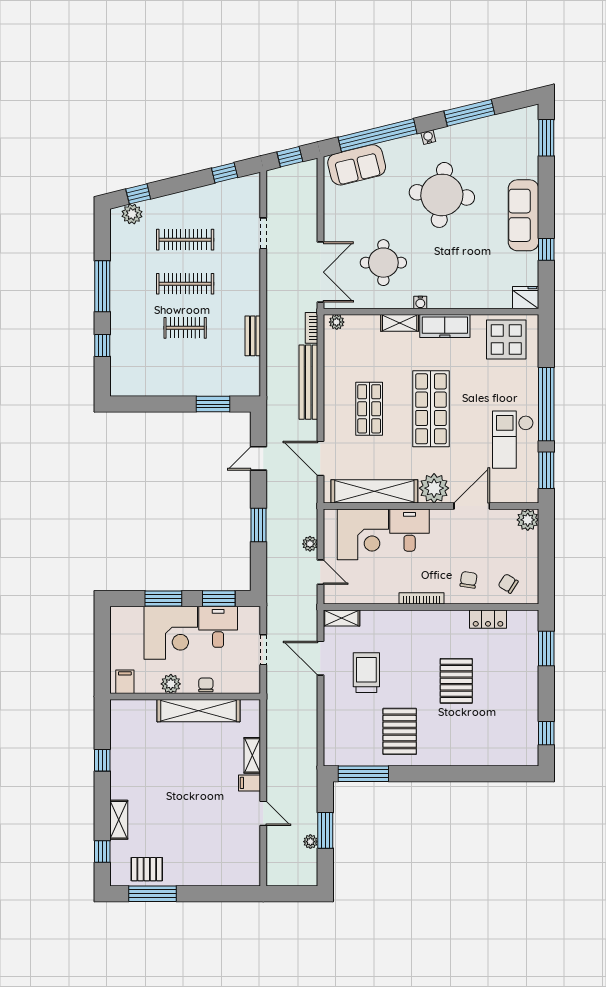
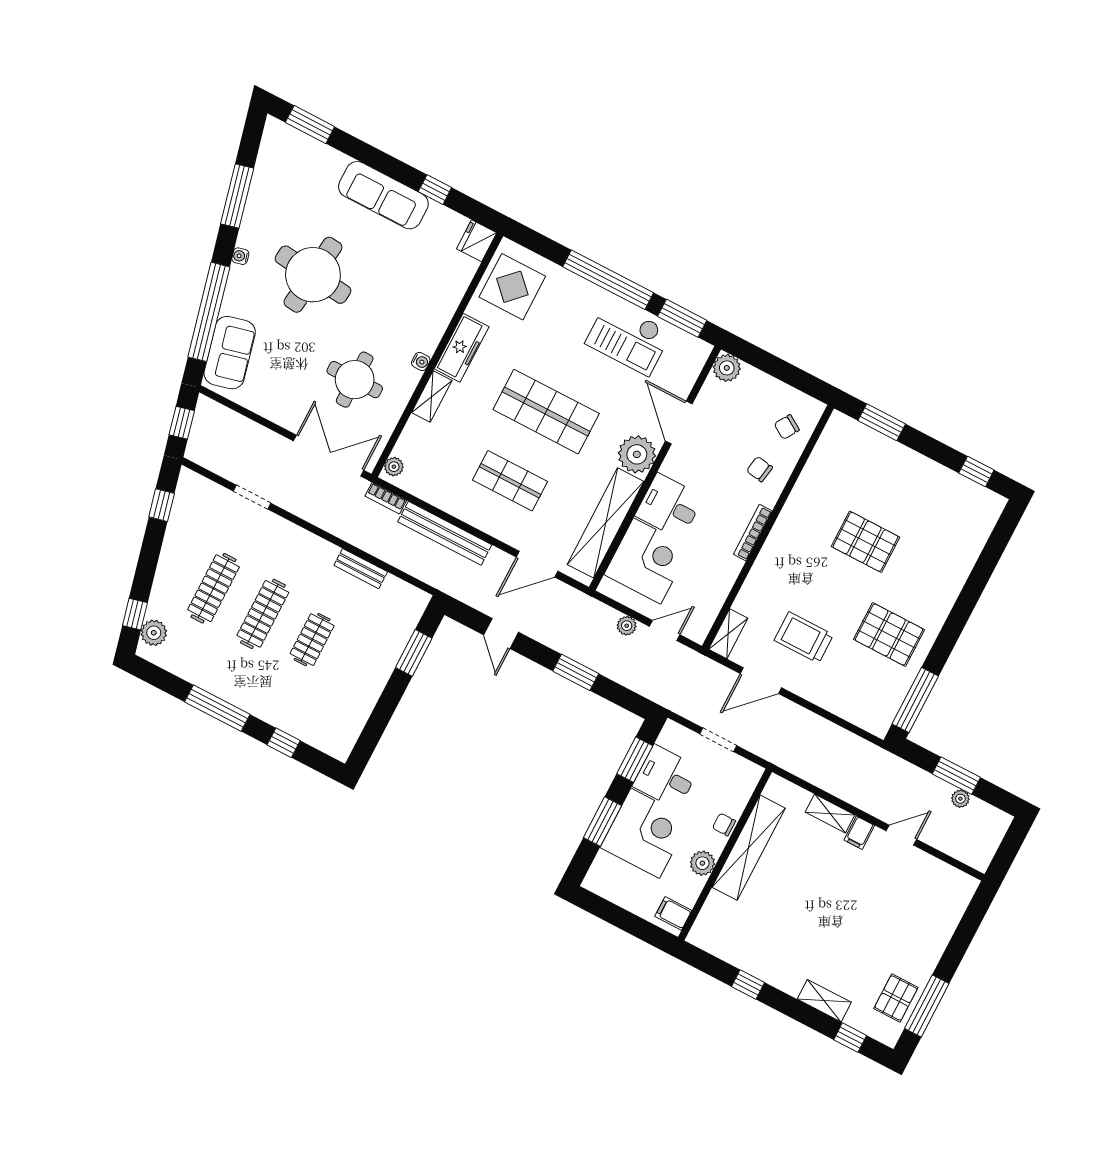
locker: (488, 619) -> (815, 470), removed

